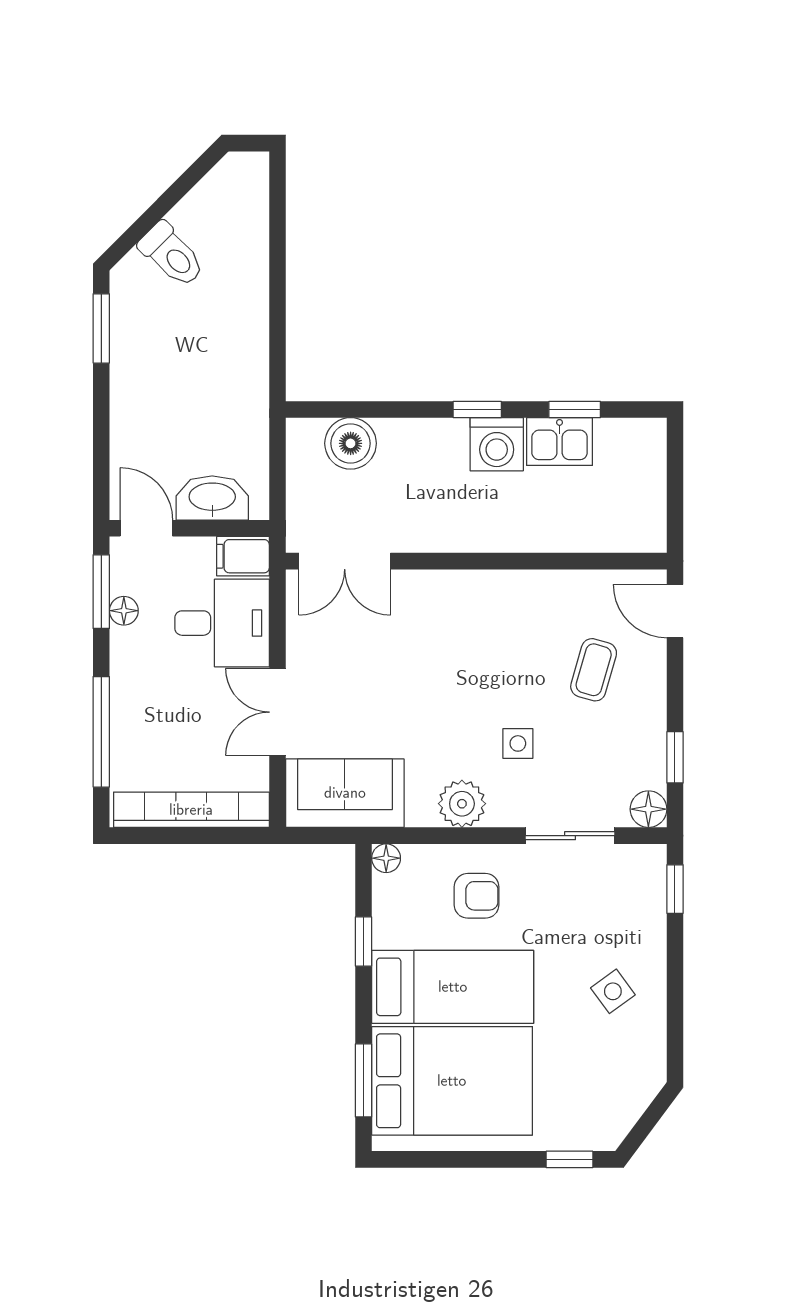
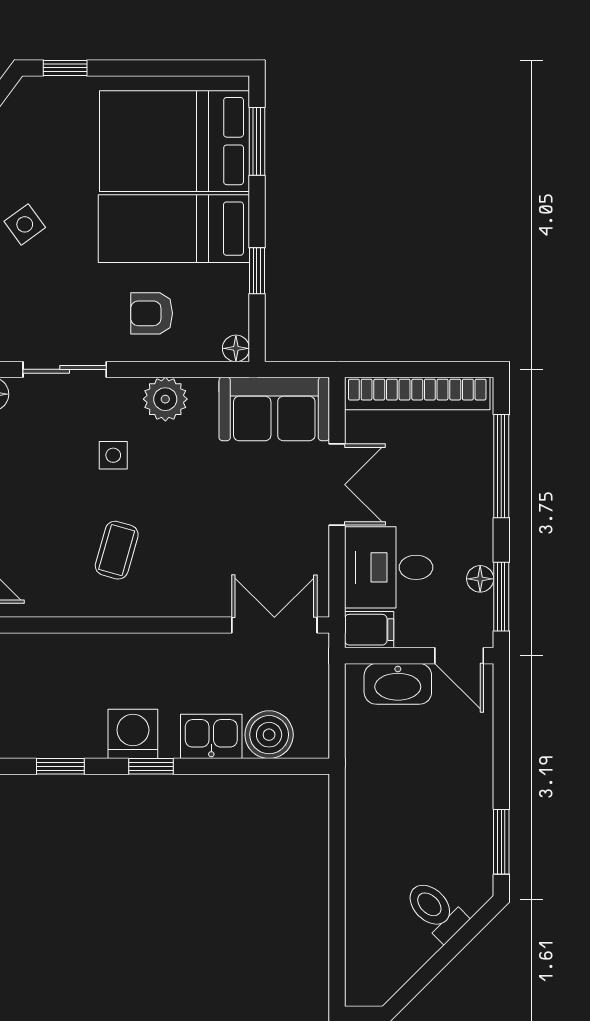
kitchen sink: (560, 442) -> (211, 736), moved
coffee table: (594, 670) -> (117, 550), moved

